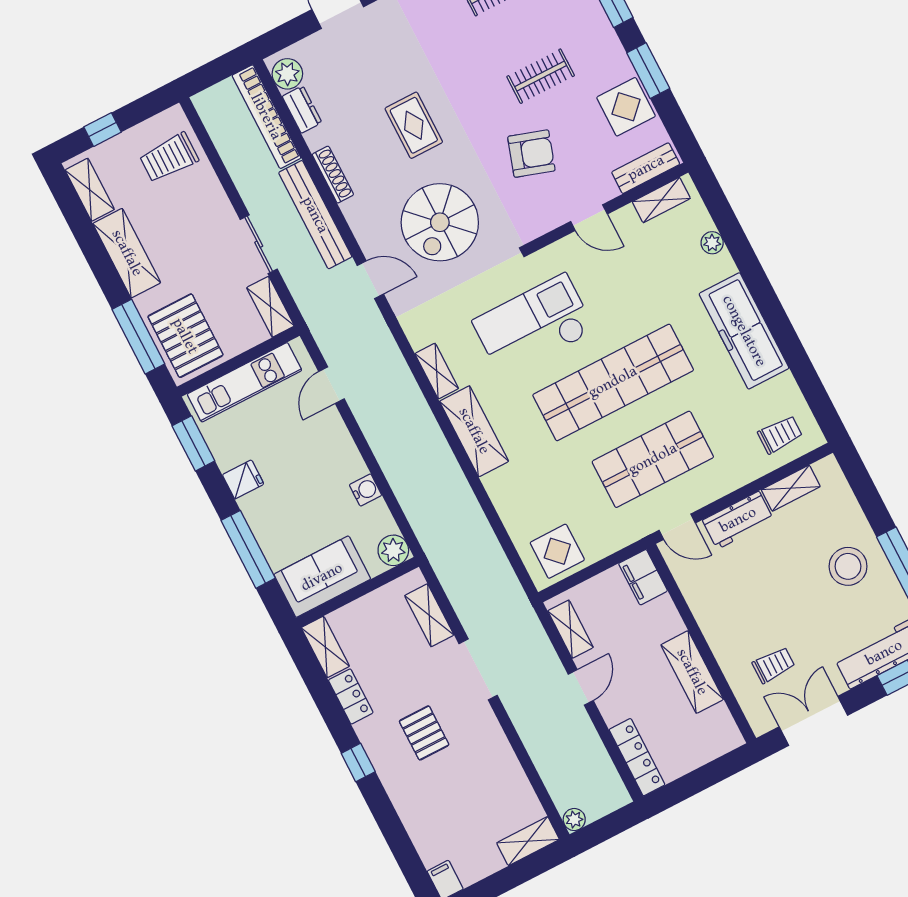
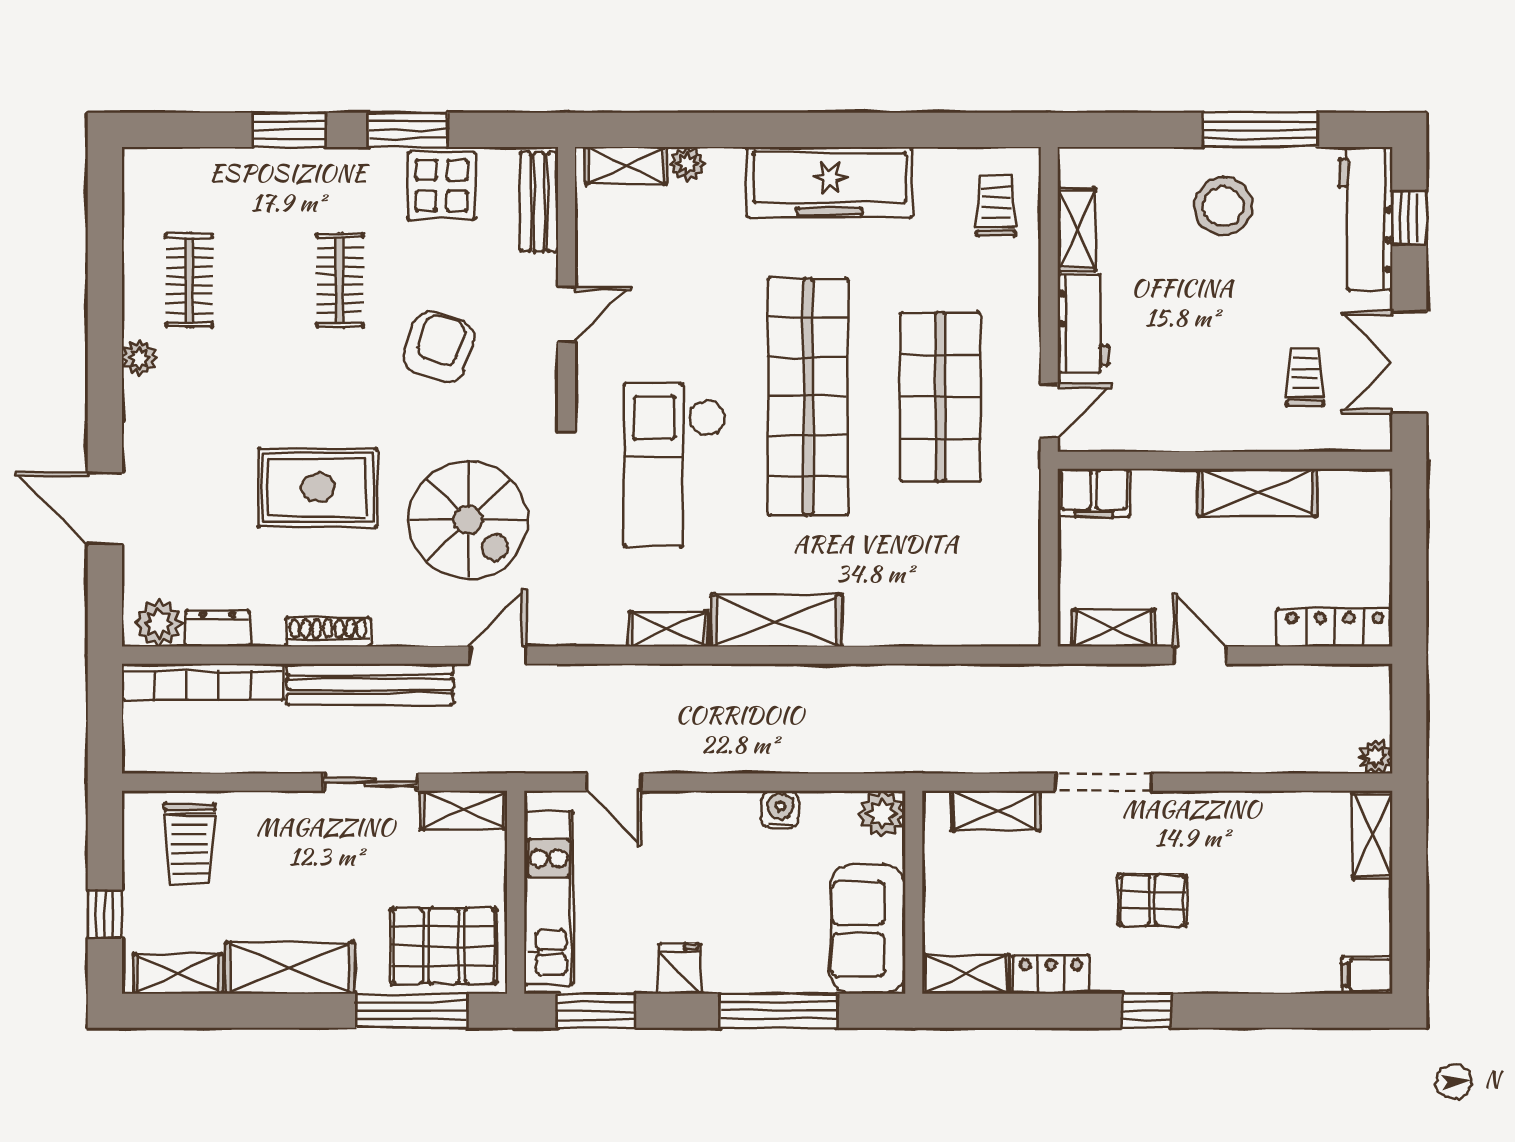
rug: (414, 125) -> (318, 487), width x1.36, depth x1.43
shelving: (661, 200) -> (626, 165), moved, turned 90
display table: (557, 551) -> (998, 591), removed

